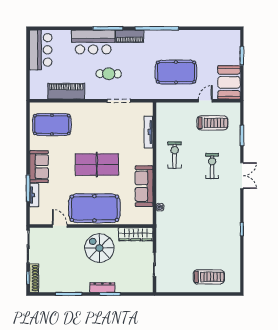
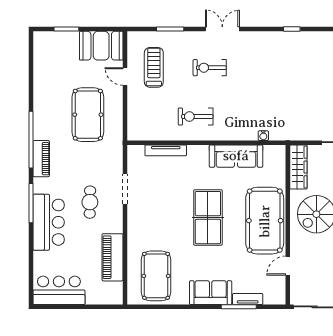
piano: (130, 36) -> (41, 159), moved

